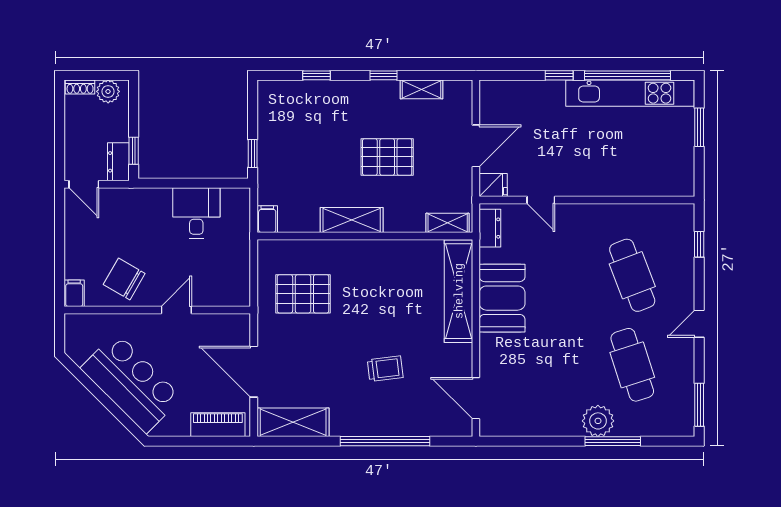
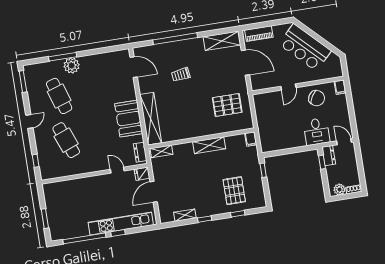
kitchen unit: (630, 93) -> (121, 224), moved
pallet: (387, 157) -> (234, 191), moved, turned 90
desk: (196, 213) -> (317, 132), moved

